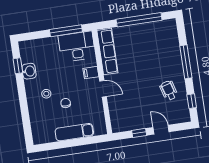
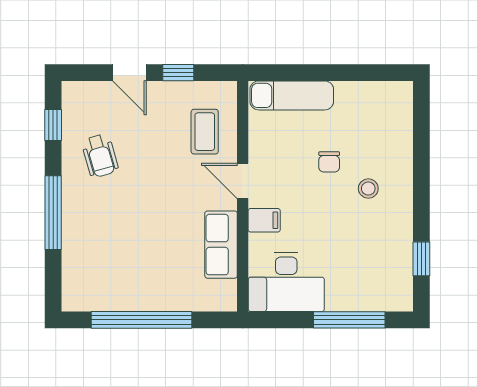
window: (66, 31) -> (349, 320), moved
row of seats: (107, 52) -> (221, 245), width x0.68
washbasin: (29, 71) -> (399, 243), removed
coffee table: (123, 108) -> (205, 132), added
exam couch: (74, 132) -> (292, 95), moved

